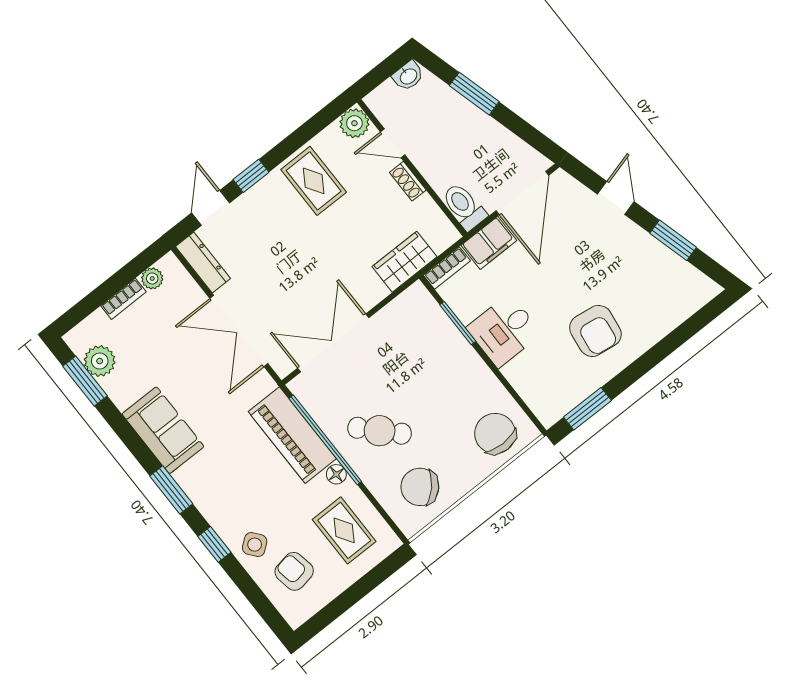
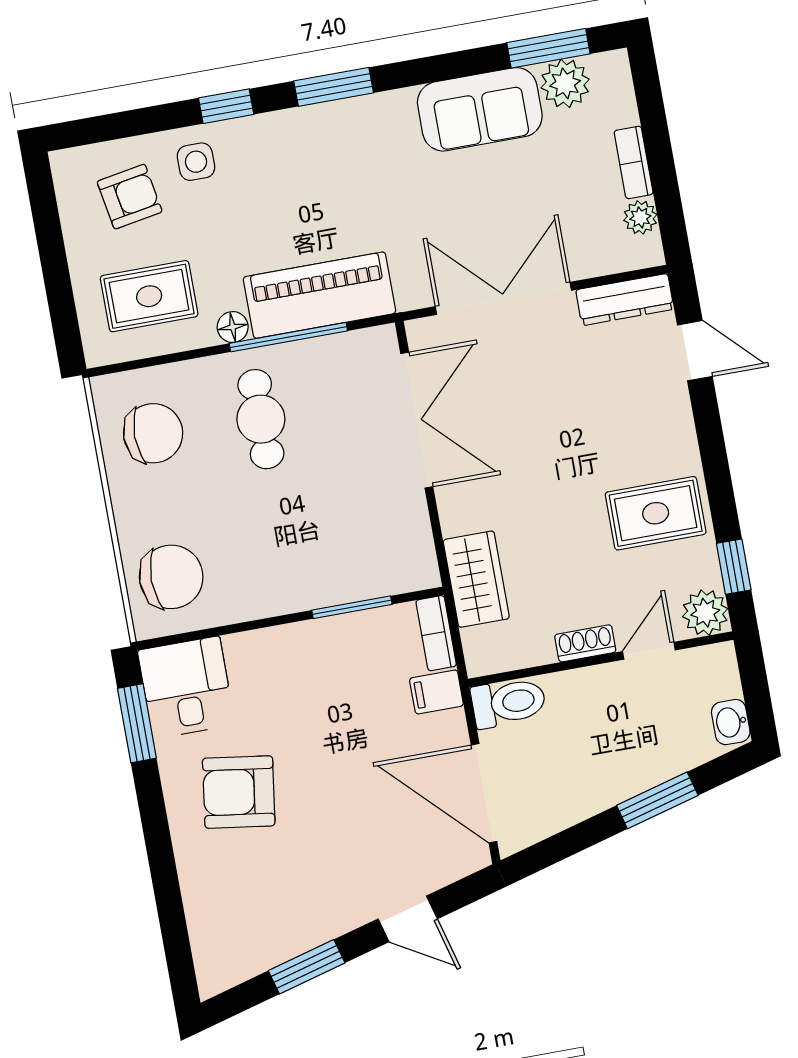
window: (251, 176) -> (734, 567), moved
filing cabinet: (489, 243) -> (436, 692), width x0.50
desk: (504, 331) -> (186, 687), moved
sofa: (163, 430) -> (480, 109), moved
cafe table: (380, 431) -> (261, 419), turned -46
window: (325, 440) -> (288, 337), width x0.68
chair: (420, 487) -> (153, 433), turned 47
side table: (255, 545) -> (196, 162), turned 38

